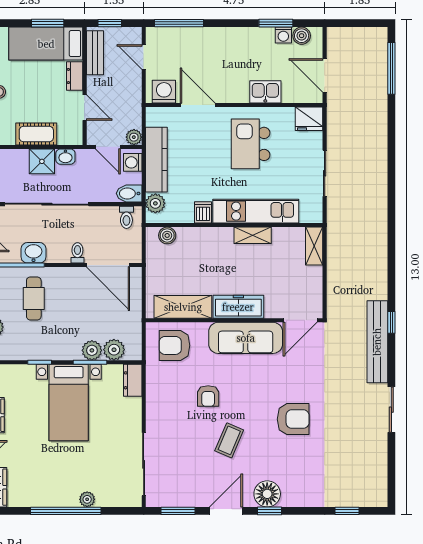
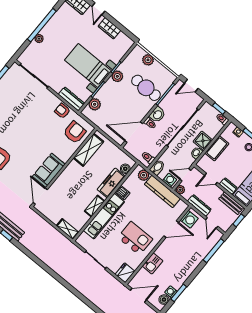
door: (144, 57) -> (212, 223), swing flipped
dresser: (134, 93) -> (199, 205), added
washbasin: (33, 253) -> (157, 115), moved
cafe table: (34, 298) -> (146, 88), width x1.37, depth x1.35
freezer: (238, 307) -> (111, 183), moved, turned 180
sofa: (246, 338) -> (49, 170), width x0.73
plant: (92, 350) -> (117, 76), moved
dresser: (133, 380) -> (71, 99), width x1.44
armchair: (208, 396) -> (62, 111), moved
coffee table: (229, 440) -> (13, 122), removed

